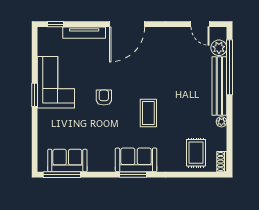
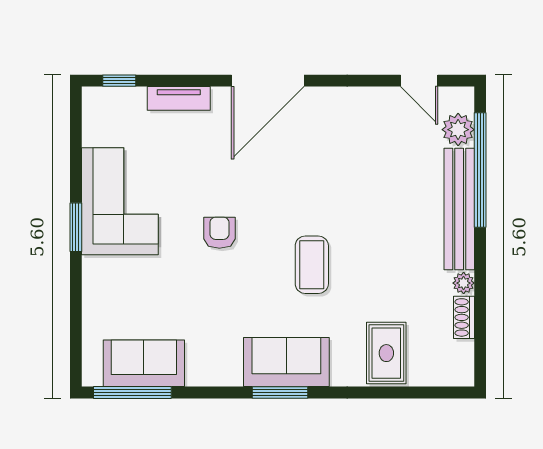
tv unit: (84, 33) -> (179, 98), width x0.71
rug: (196, 153) -> (386, 353), moved
shoe rack: (222, 162) -> (464, 317), moved

